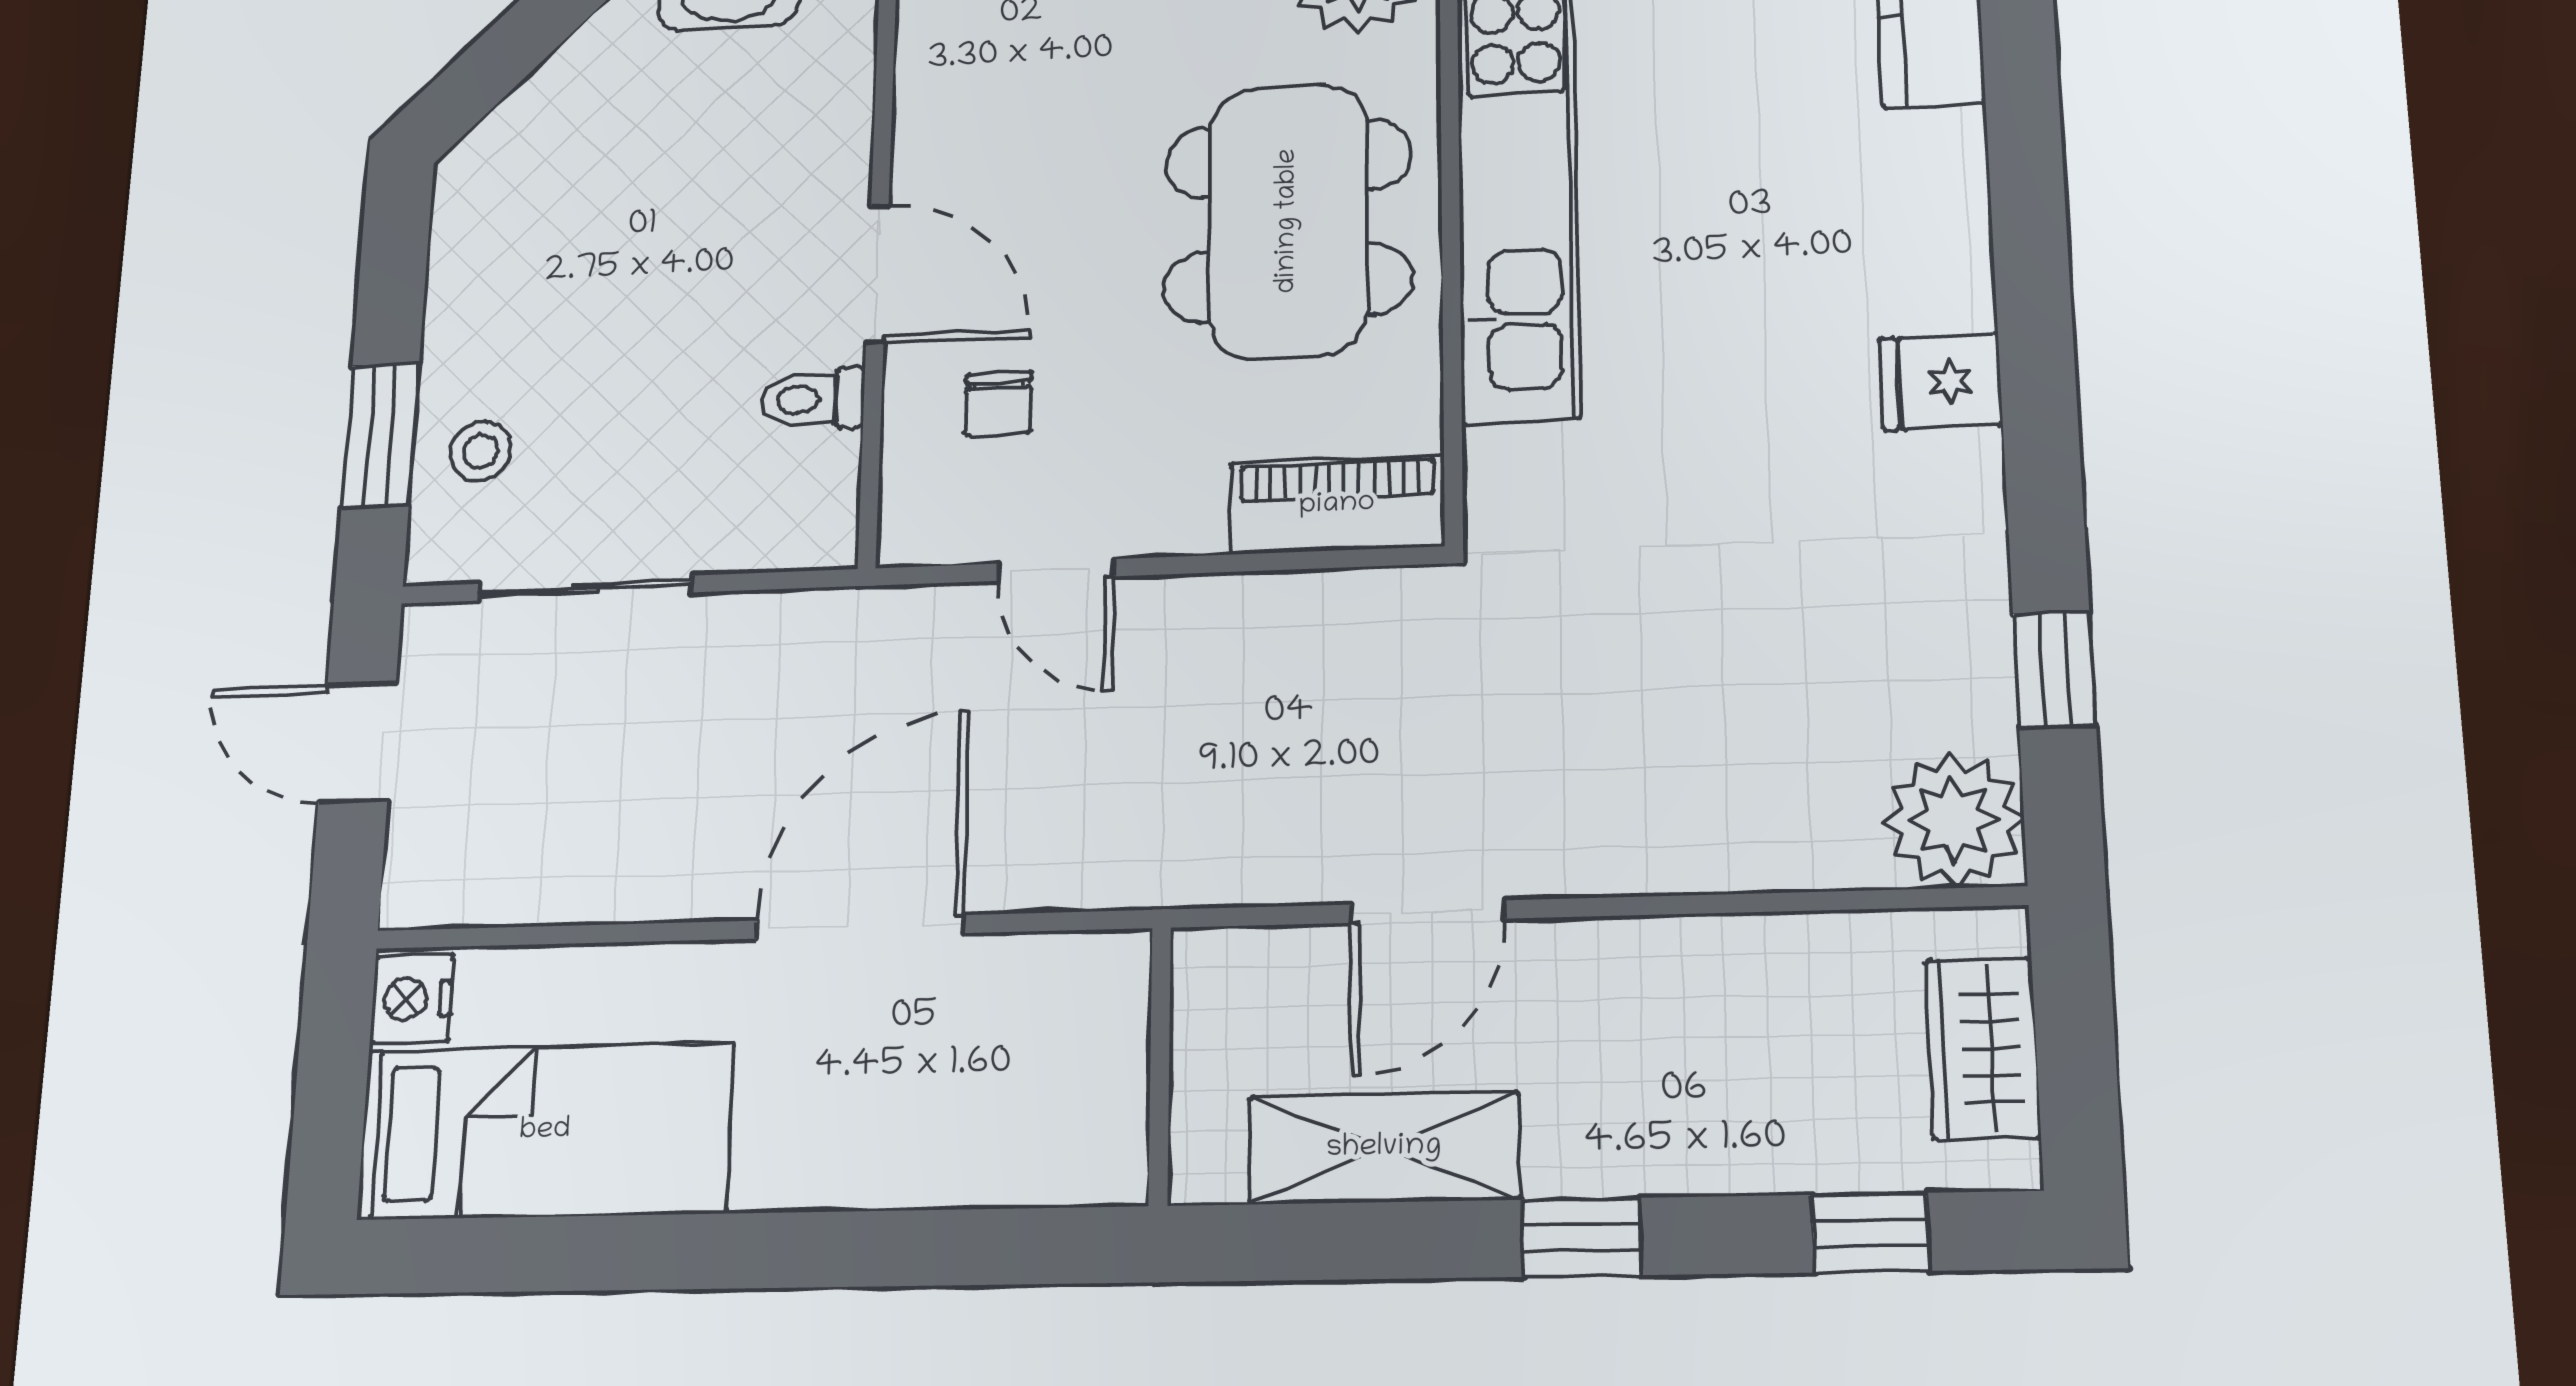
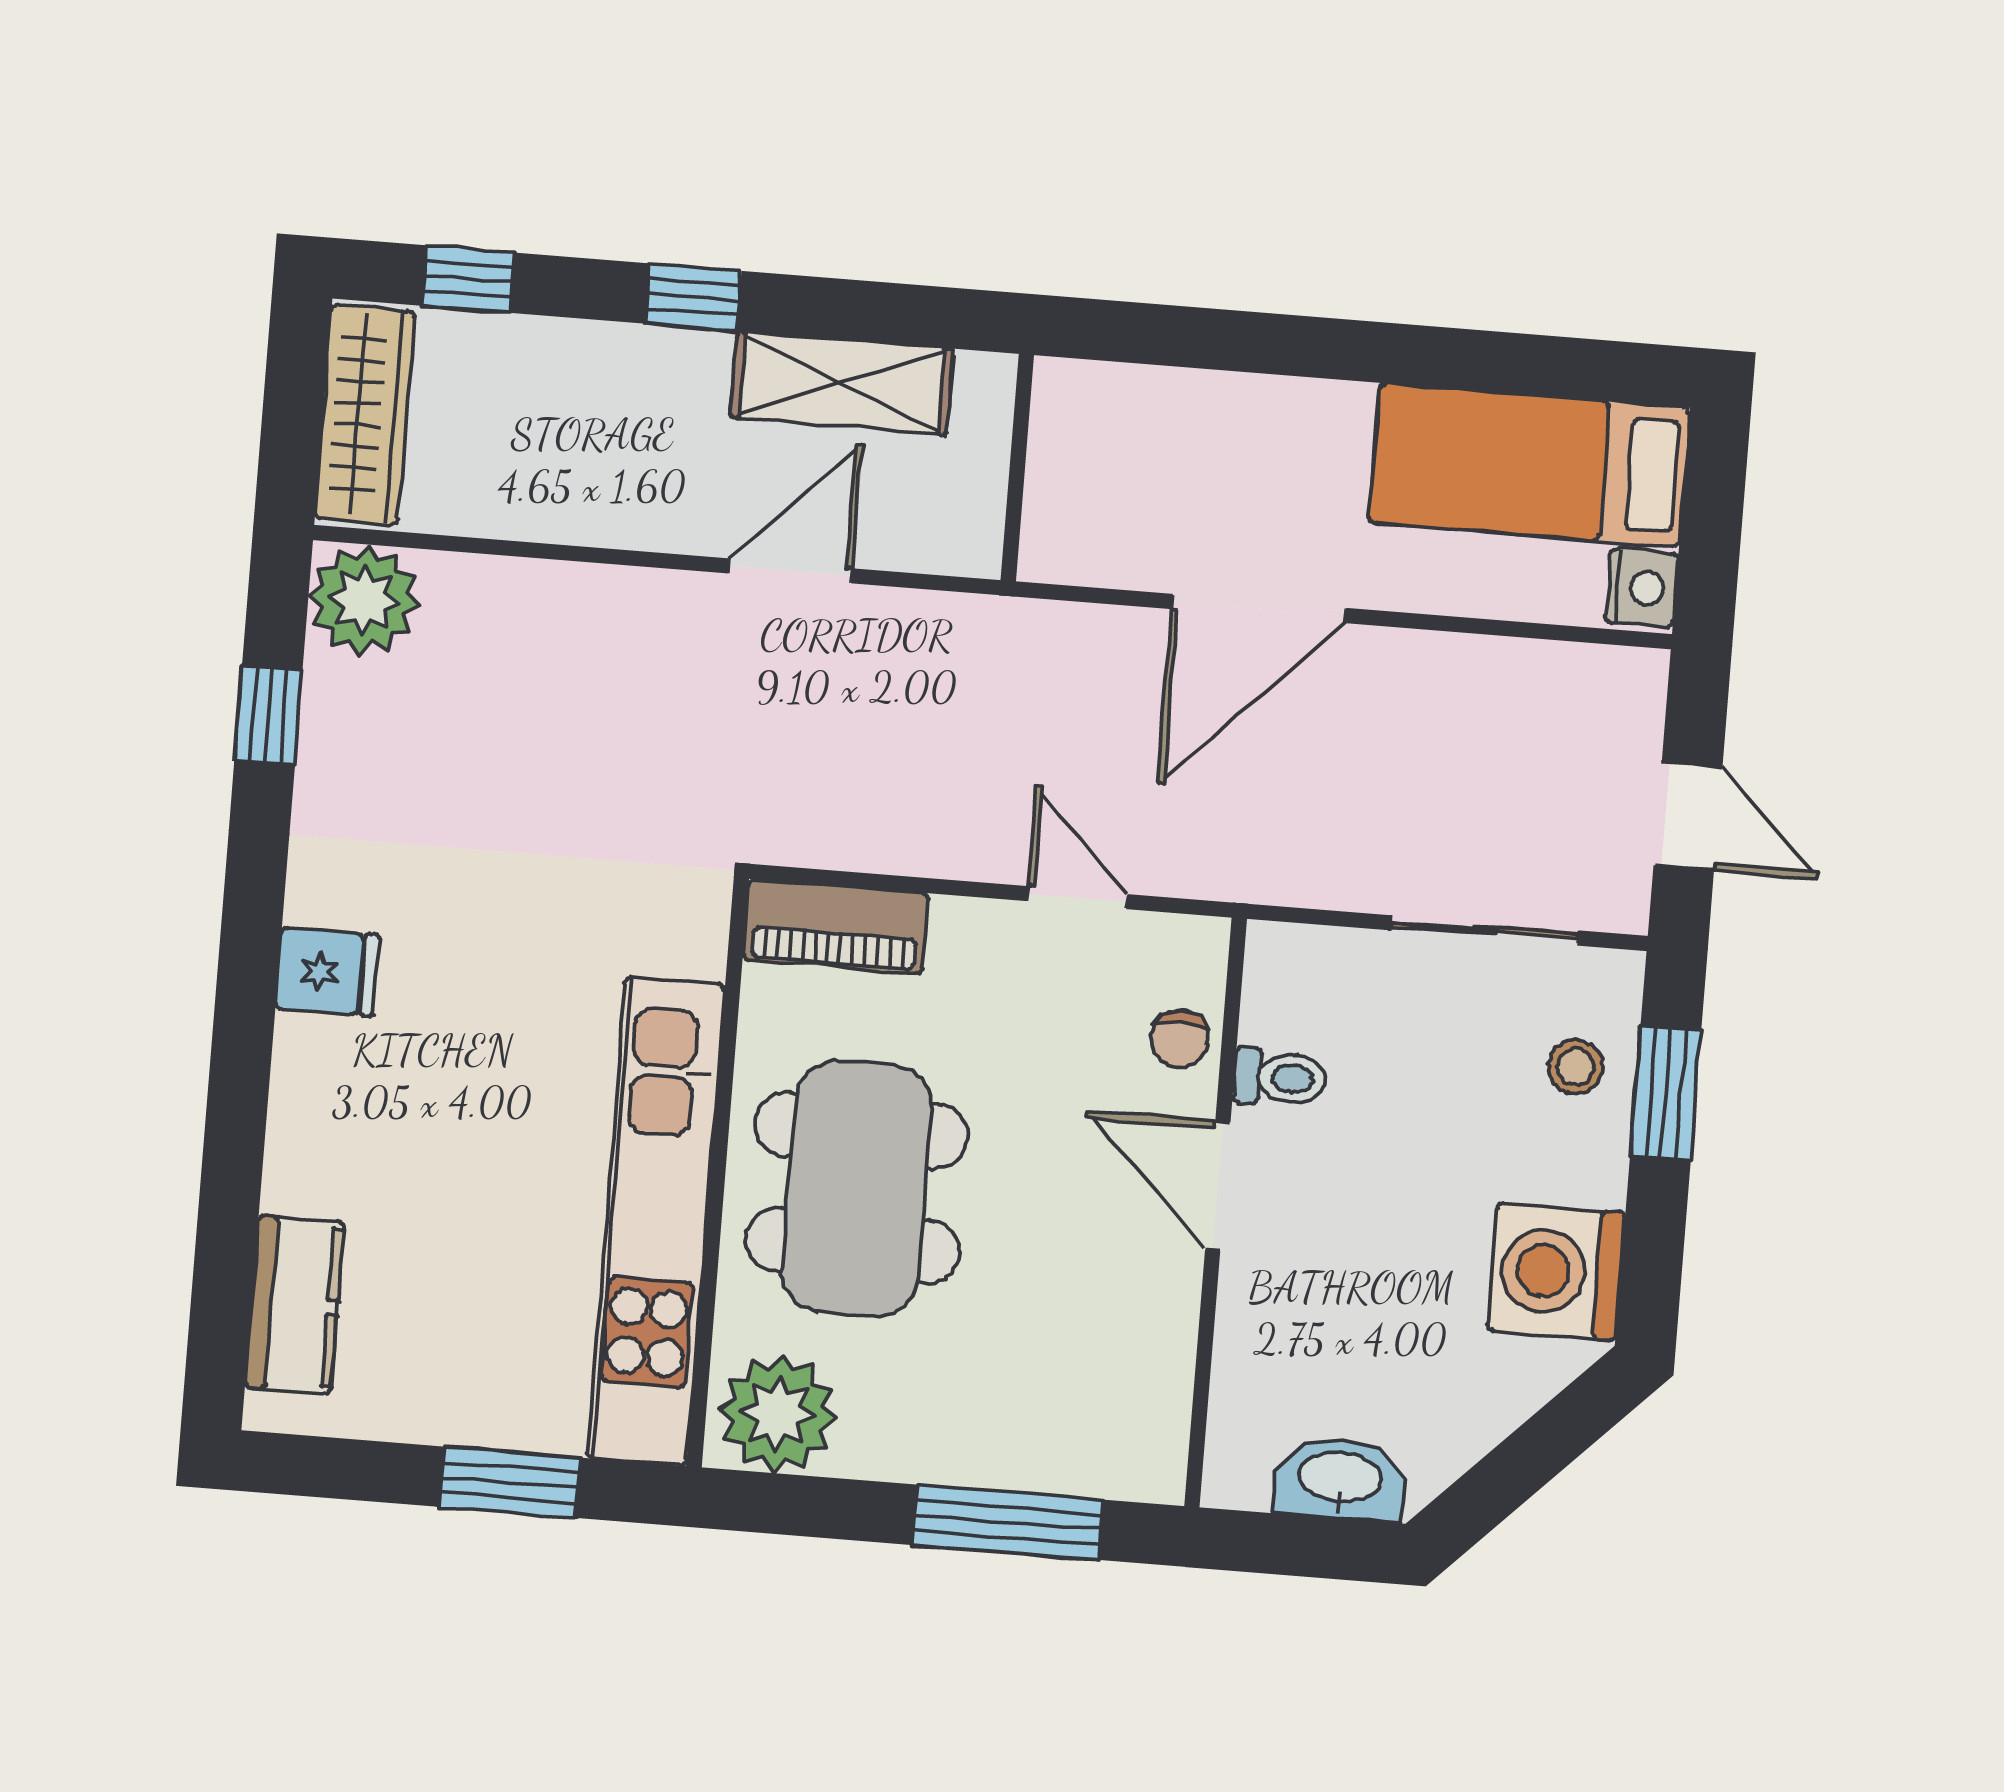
washing machine: (499, 231) -> (1556, 1272), added
chair: (998, 404) -> (1179, 1039), moved, turned 180
wardrobe: (1983, 1048) -> (365, 414), width x1.50

